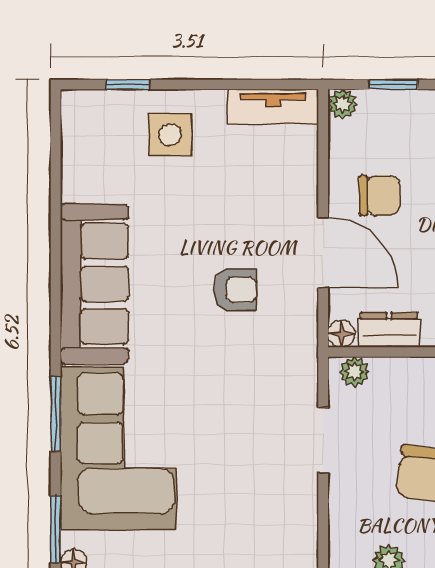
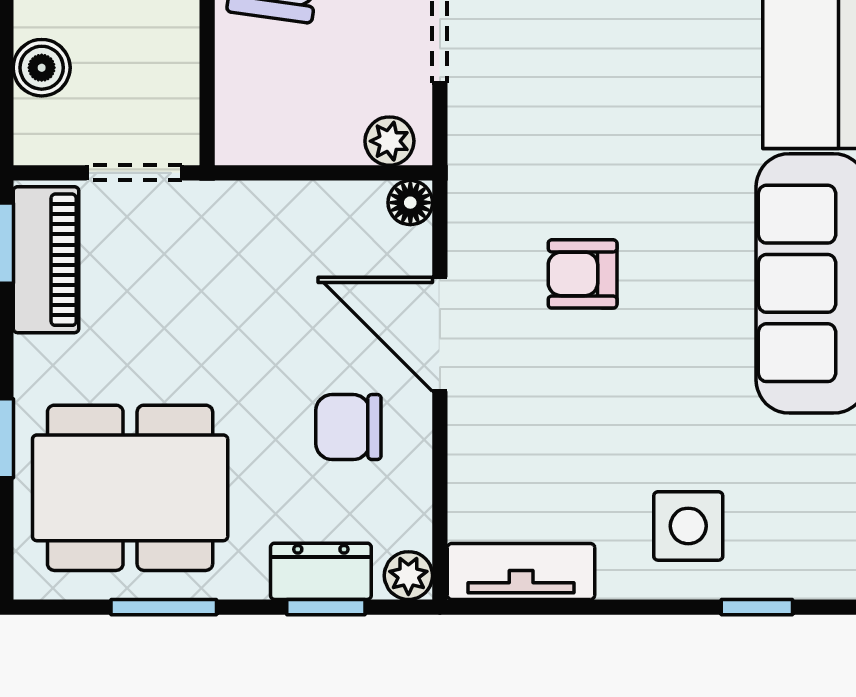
dresser: (389, 330) -> (321, 571), moved, turned 180

